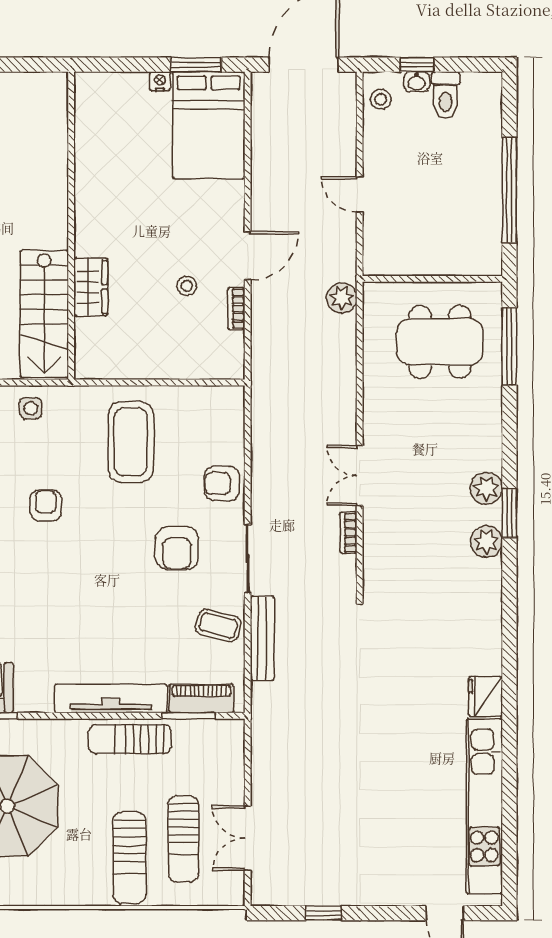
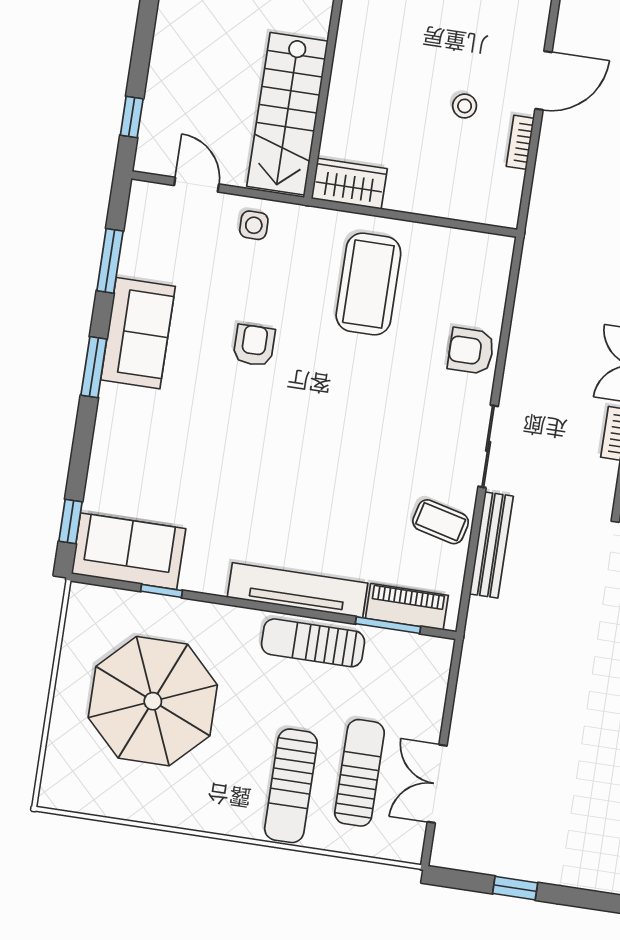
wardrobe: (91, 287) -> (349, 184), moved, turned -90
armchair: (177, 548) -> (405, 421), removed
sun lounger: (183, 839) -> (360, 773), turned 180

